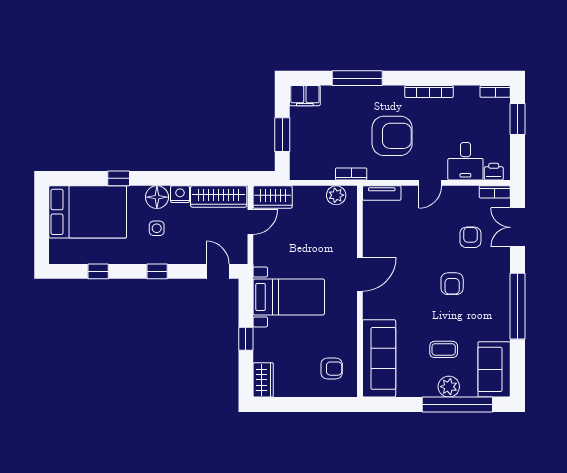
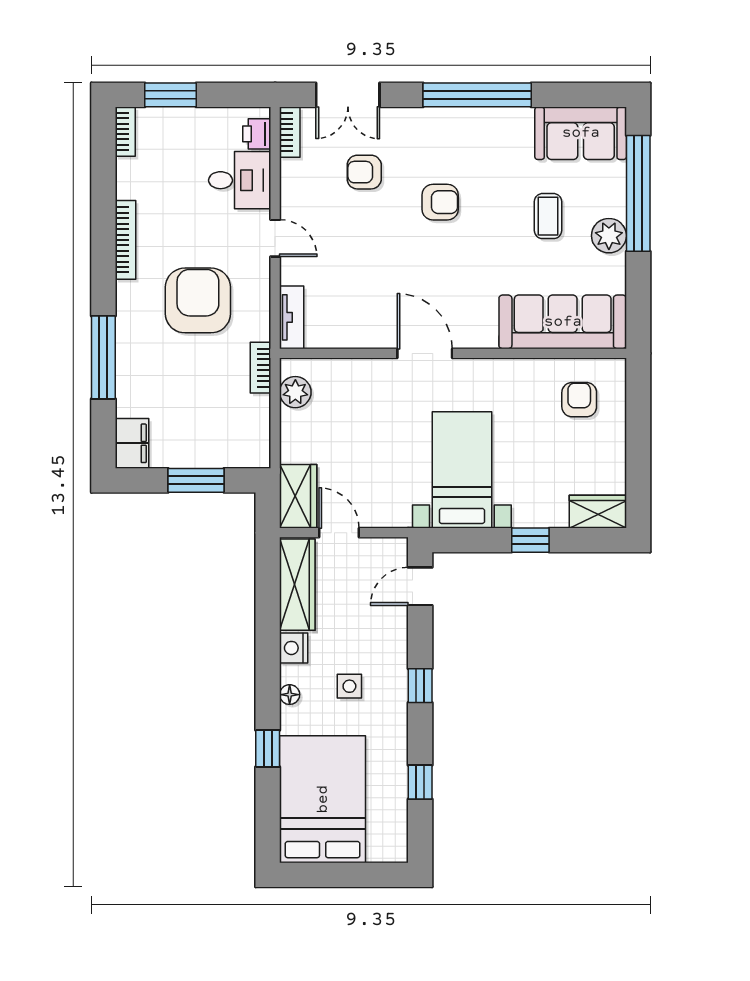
floor lamp: (157, 197) -> (290, 695), width x0.53, depth x0.53
plant: (449, 387) -> (609, 236), moved

